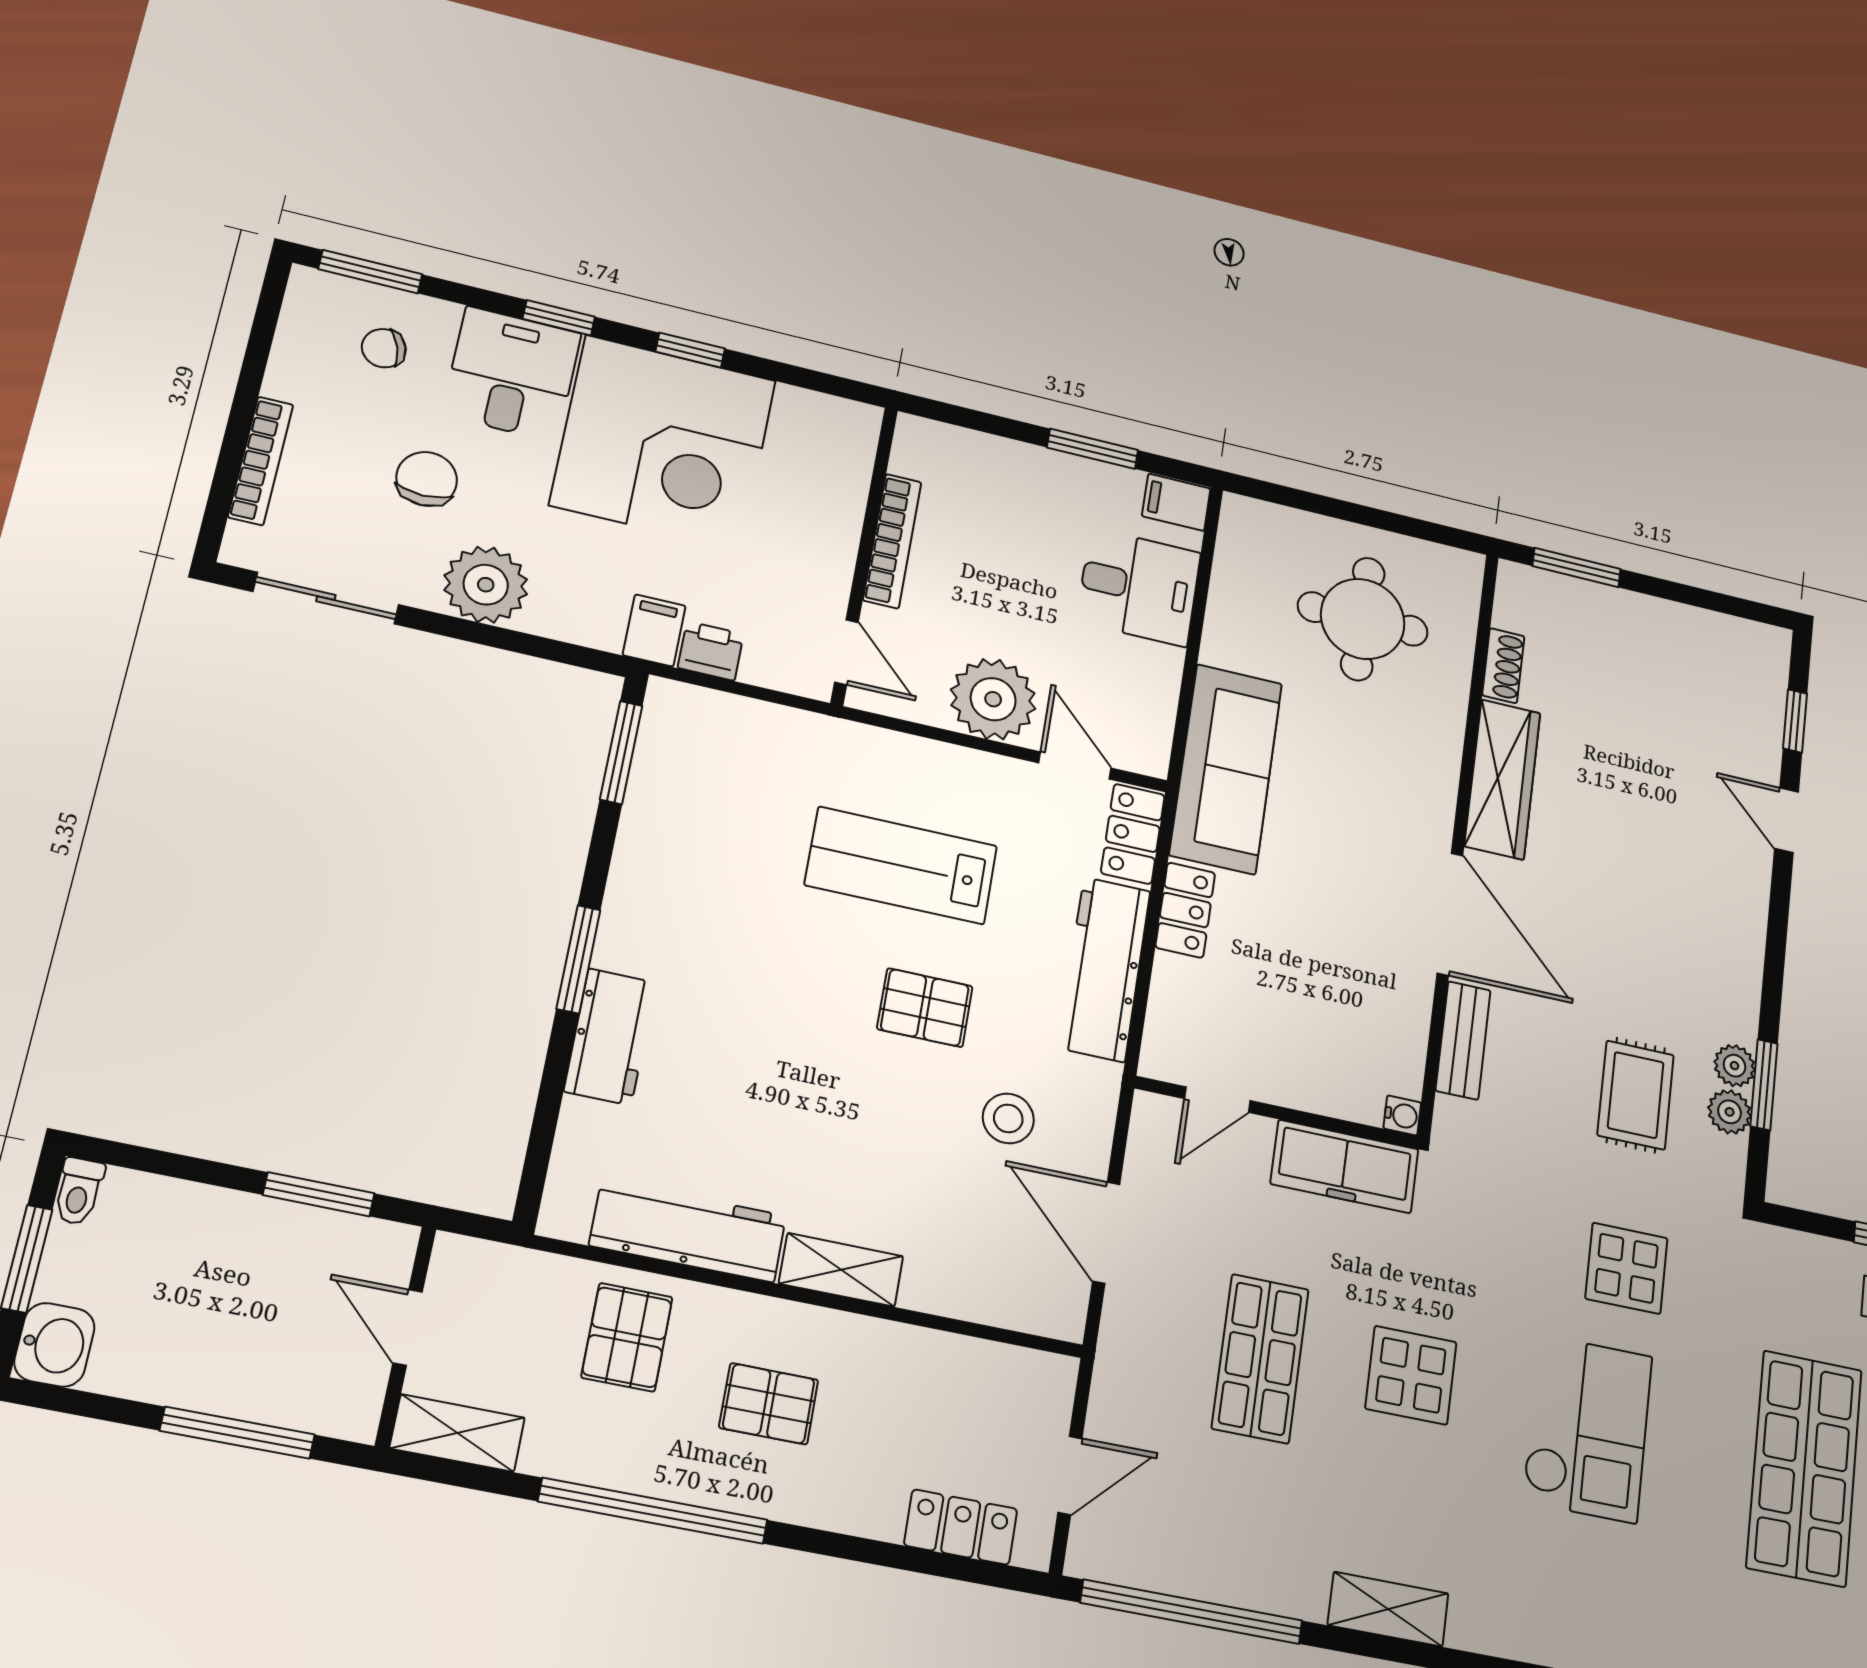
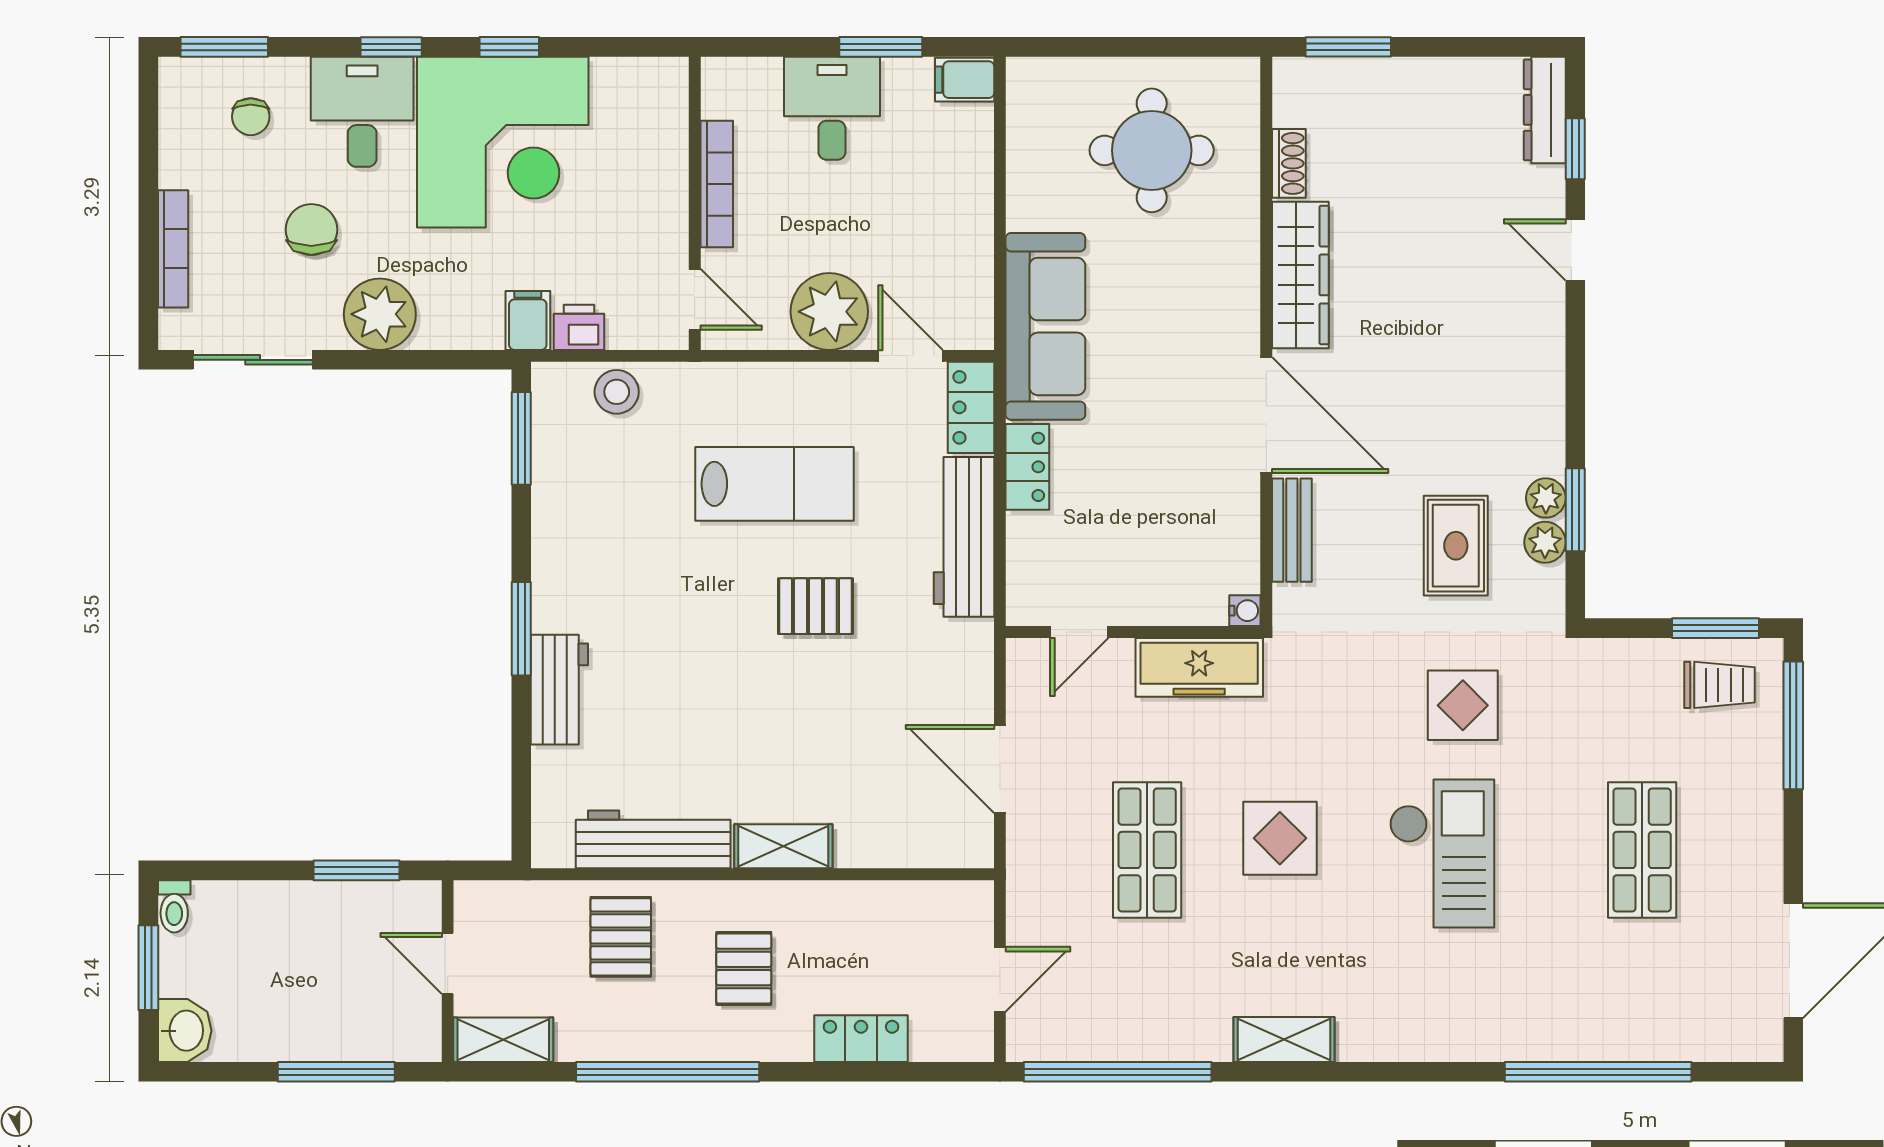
chair: (384, 348) -> (251, 117), turned -72
desk: (1139, 587) -> (832, 108), moved, turned -90
dresser: (1768, 676) -> (1545, 110), added
lab bench: (901, 865) -> (775, 484), turned 180
stool: (1008, 1118) -> (617, 392), moved
pallet: (769, 1404) -> (744, 968), turned 90
shop shelf: (1804, 1468) -> (1642, 850), width x0.70, depth x0.74
locker: (961, 1527) -> (861, 1039), moved

